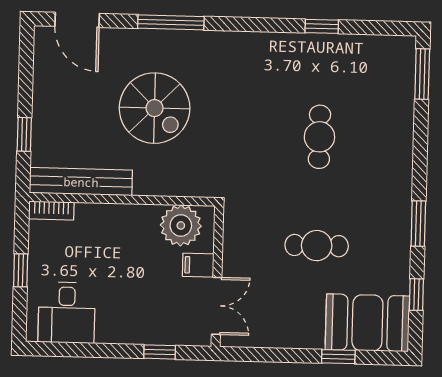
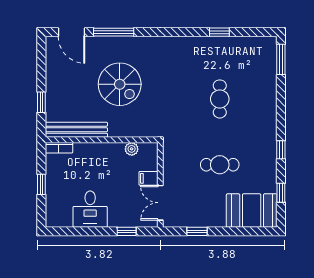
window: (171, 22) -> (114, 32), moved
window: (418, 224) -> (281, 150), width x0.67
plant: (181, 225) -> (132, 149), width x0.53, depth x0.53
double door: (217, 306) -> (160, 203), swing flipped
desk: (67, 313) -> (90, 209), moved
window: (338, 357) -> (197, 231), moved

